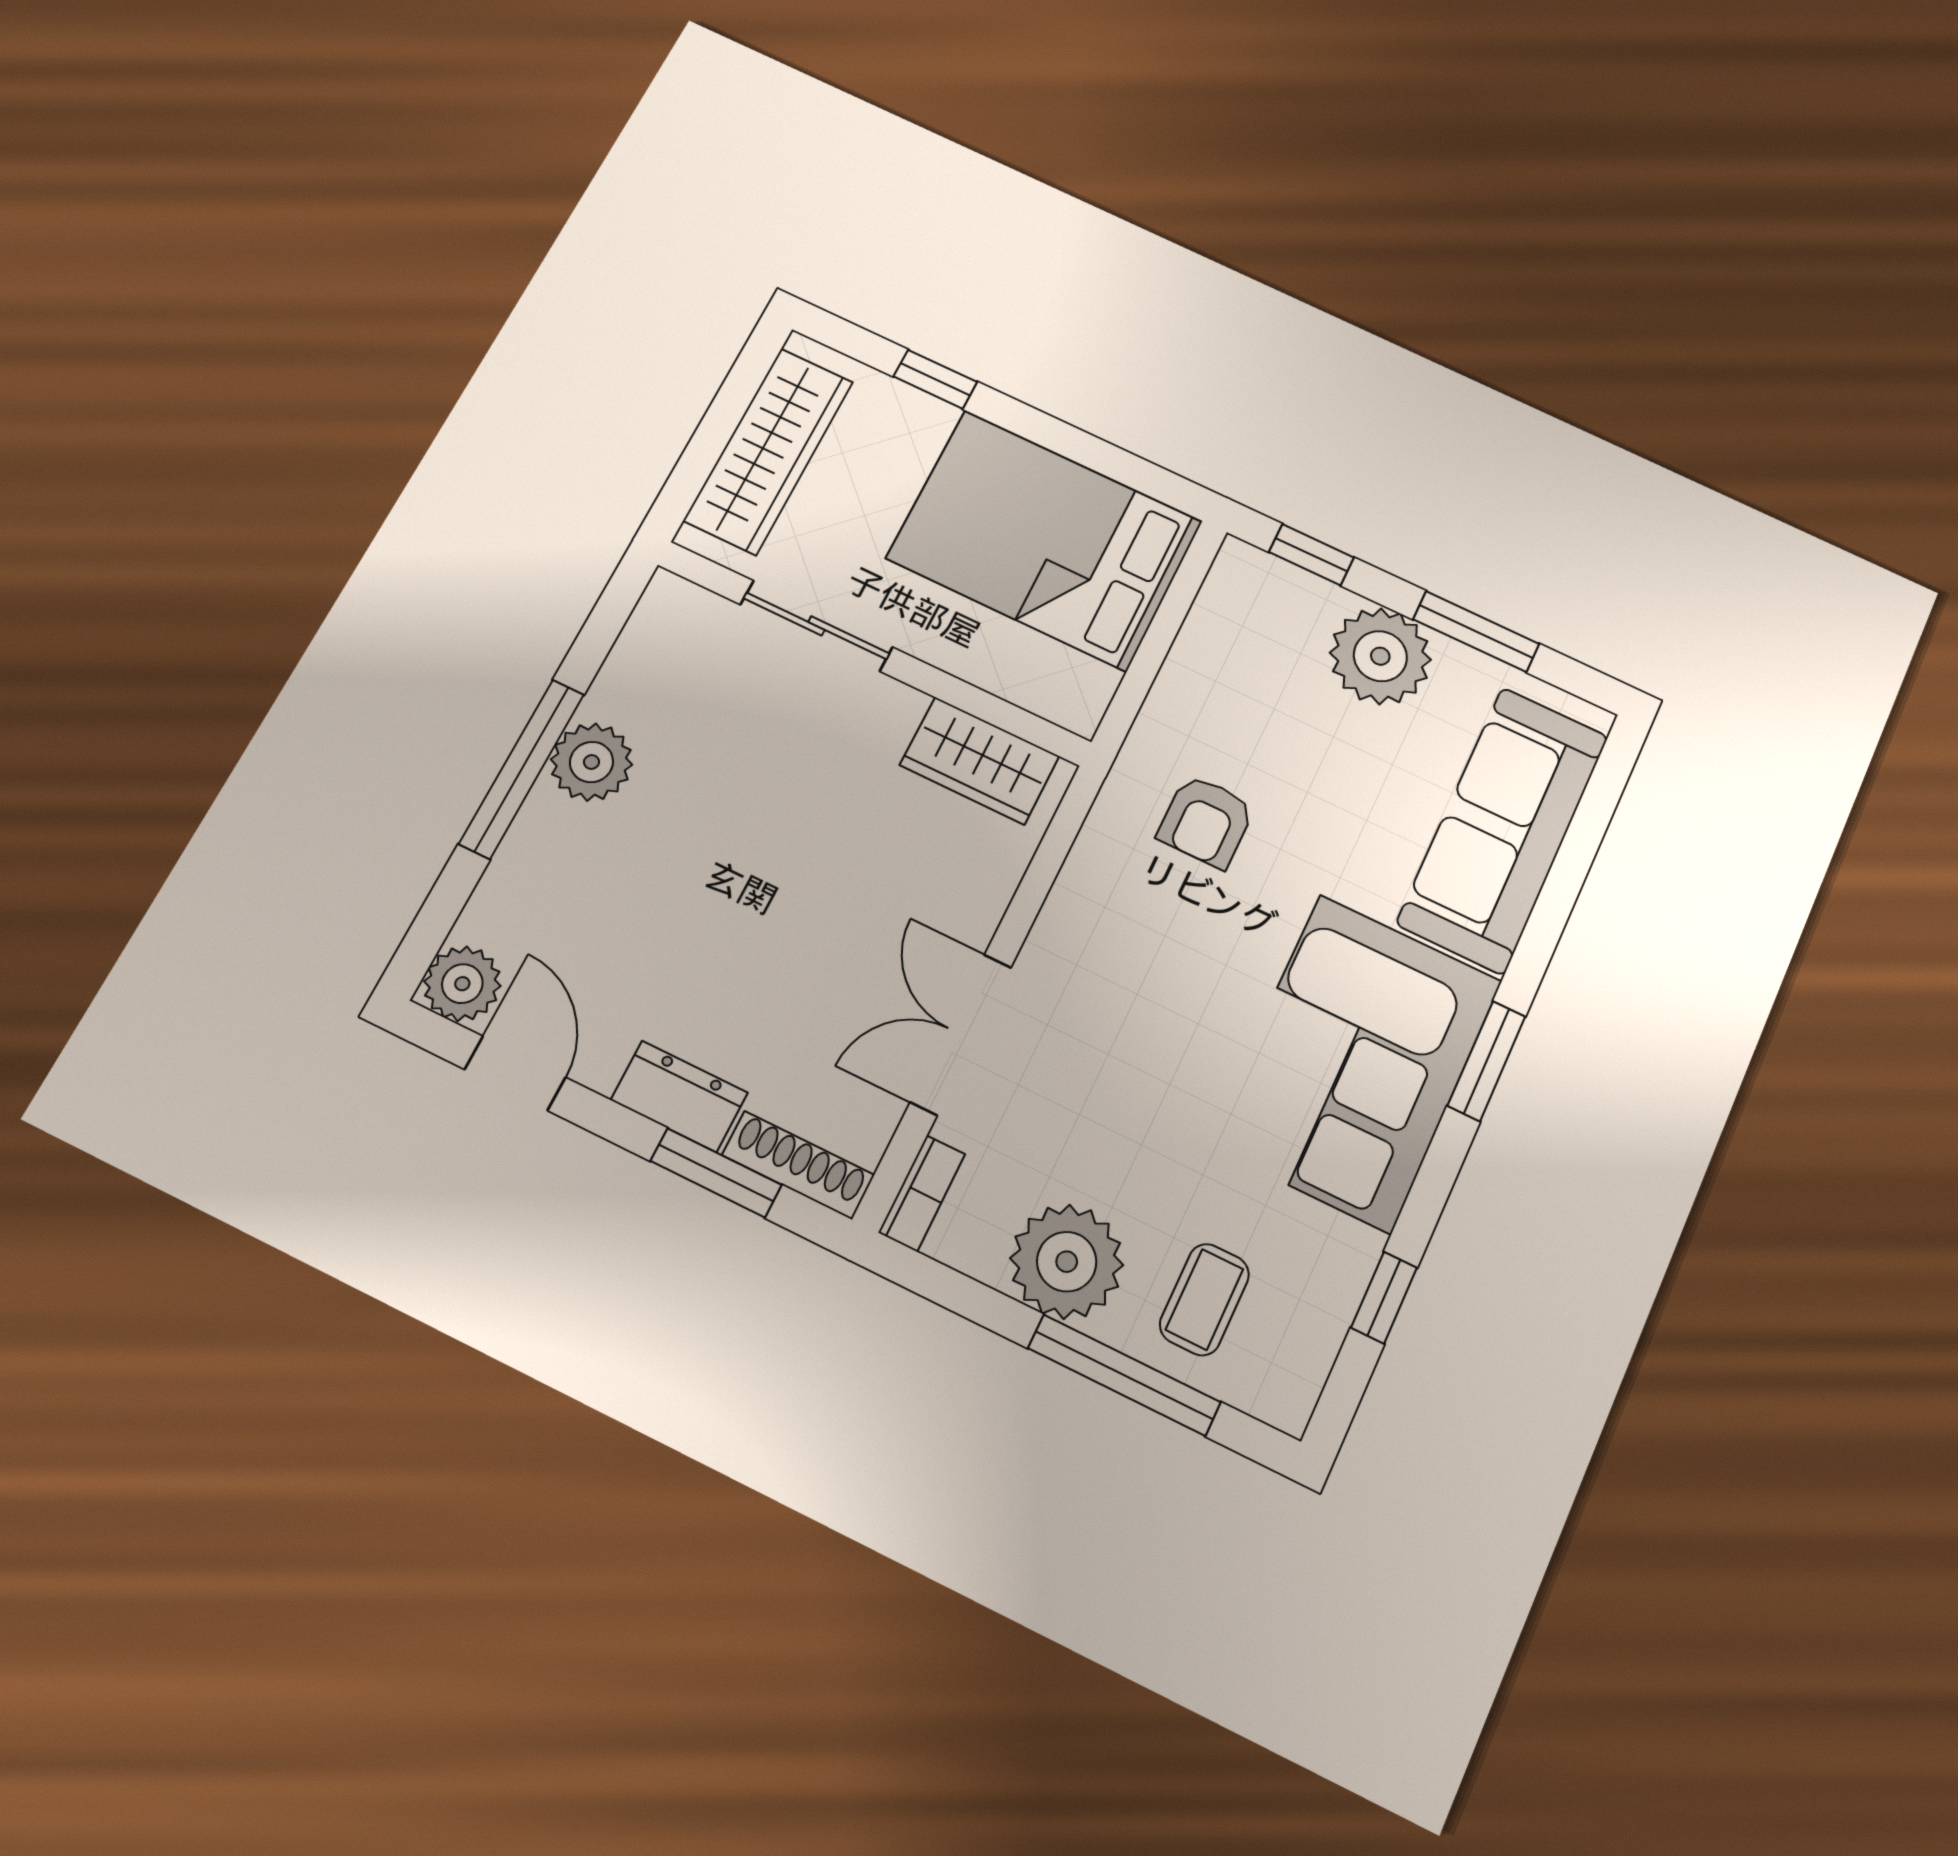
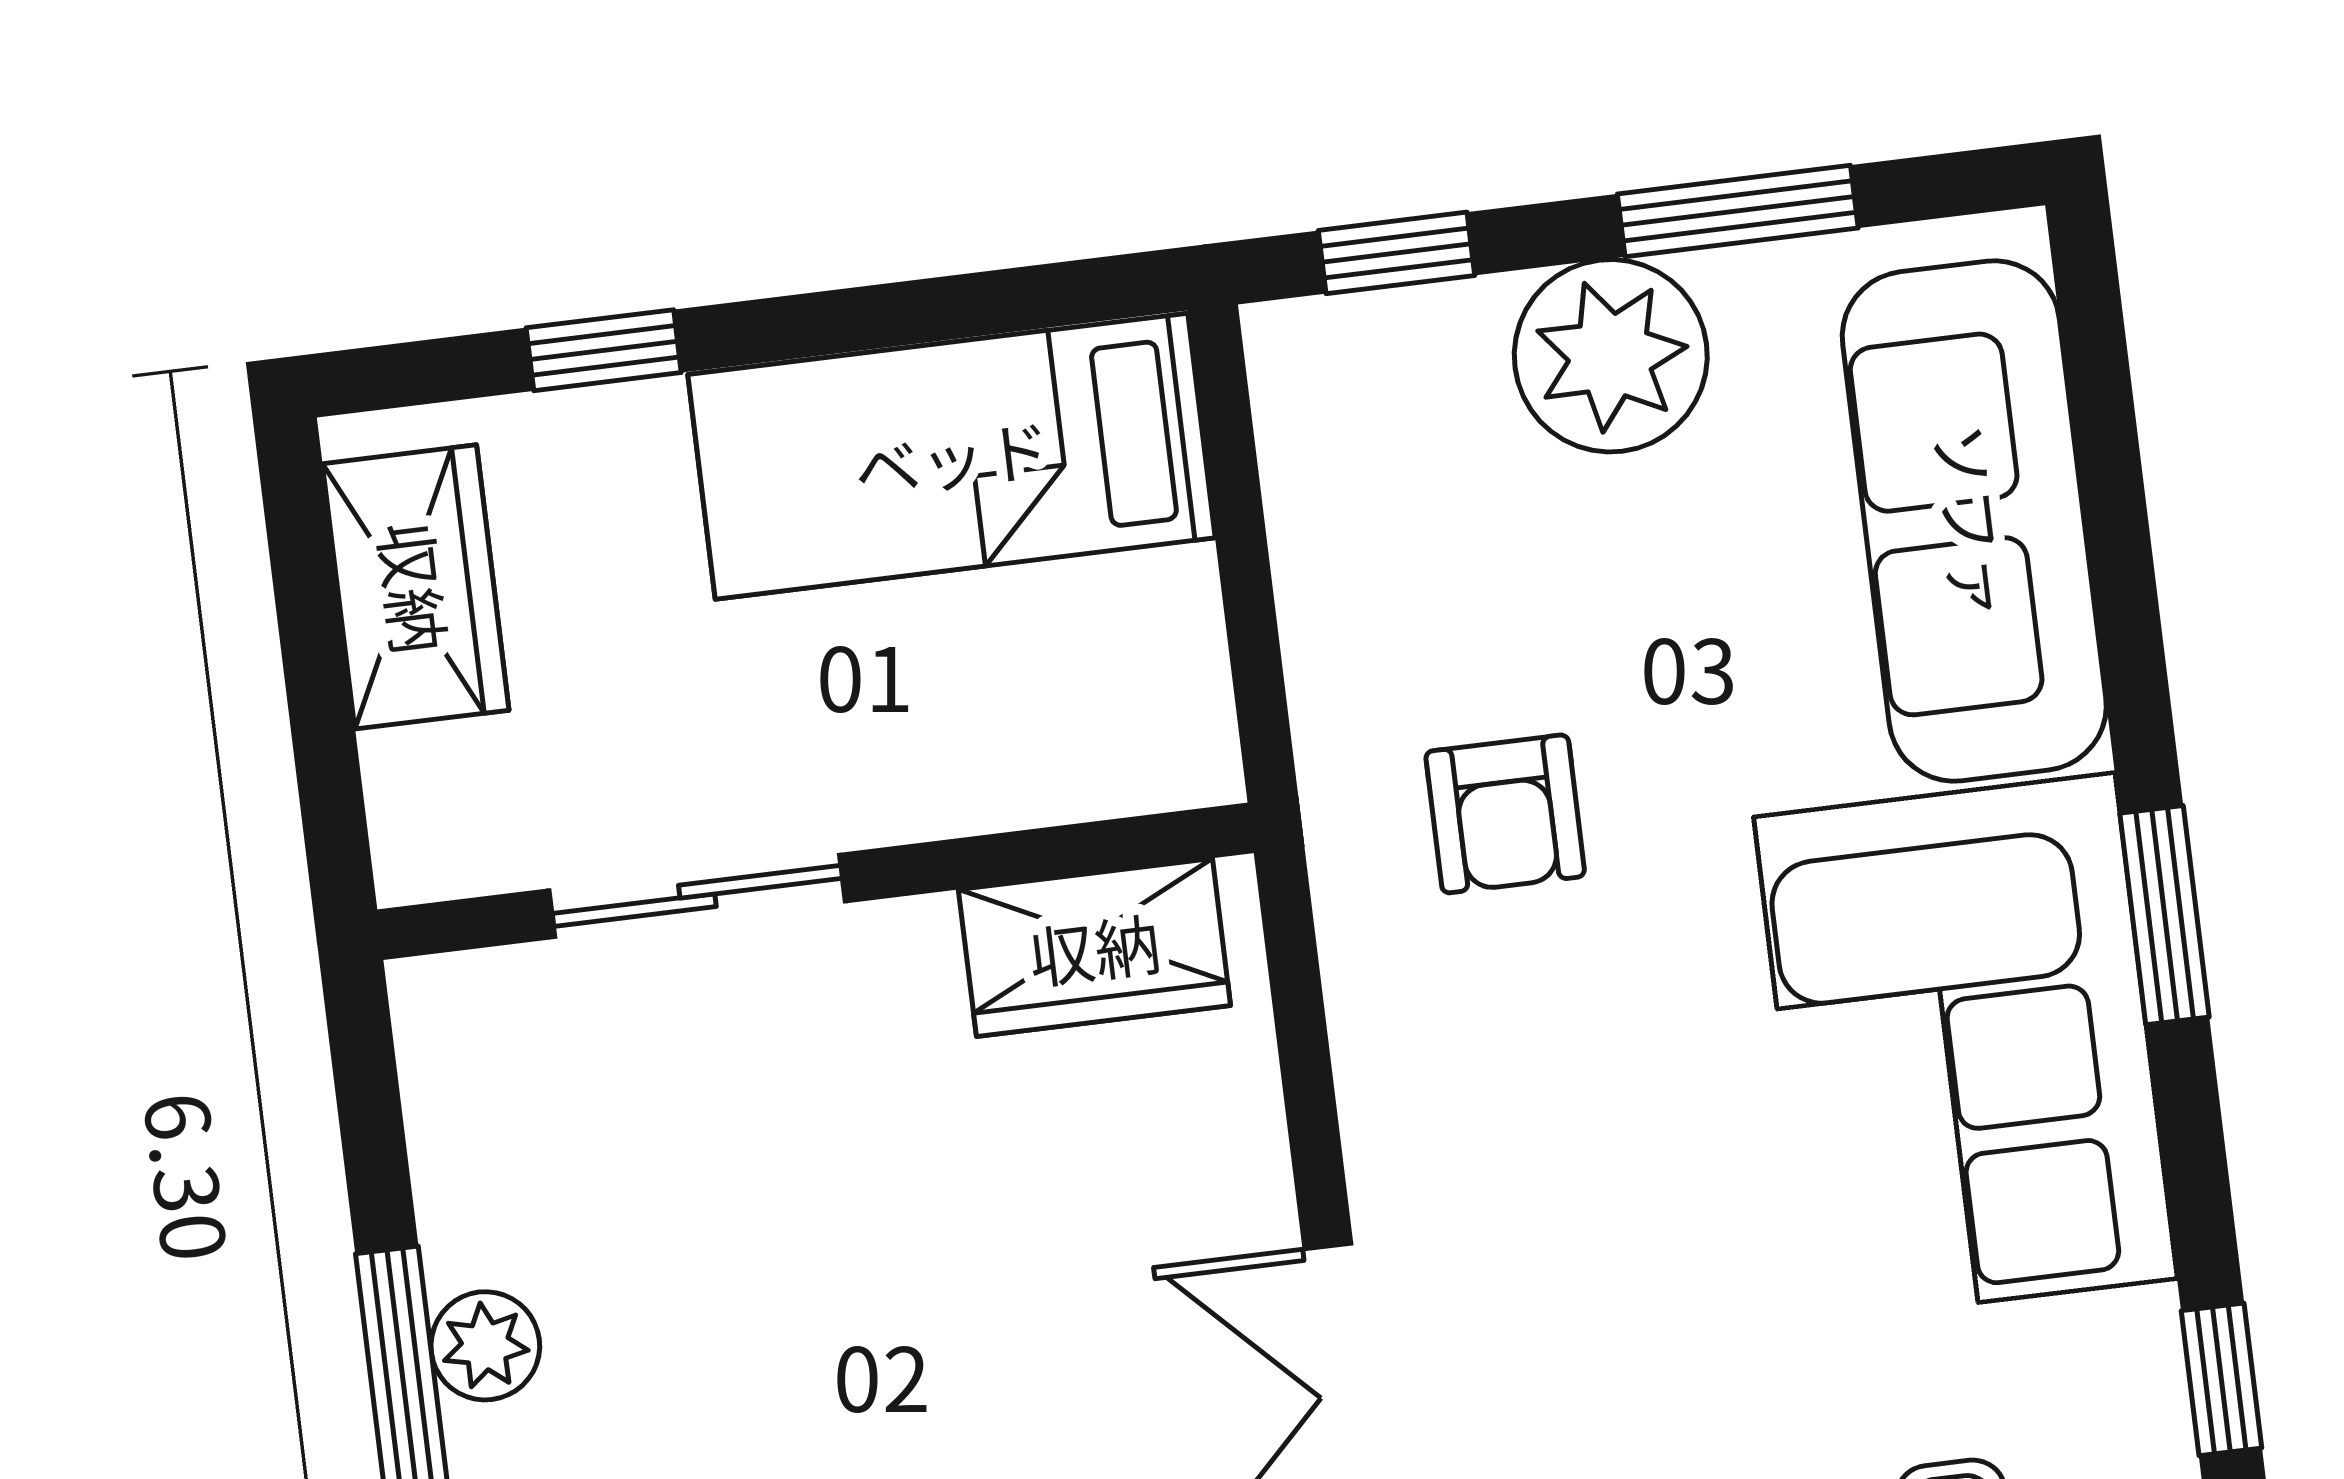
wardrobe: (769, 451) -> (416, 587), width x0.67
bed: (1045, 540) -> (952, 456), width x0.67
plant: (591, 762) -> (485, 1346), width x0.73, depth x0.73

